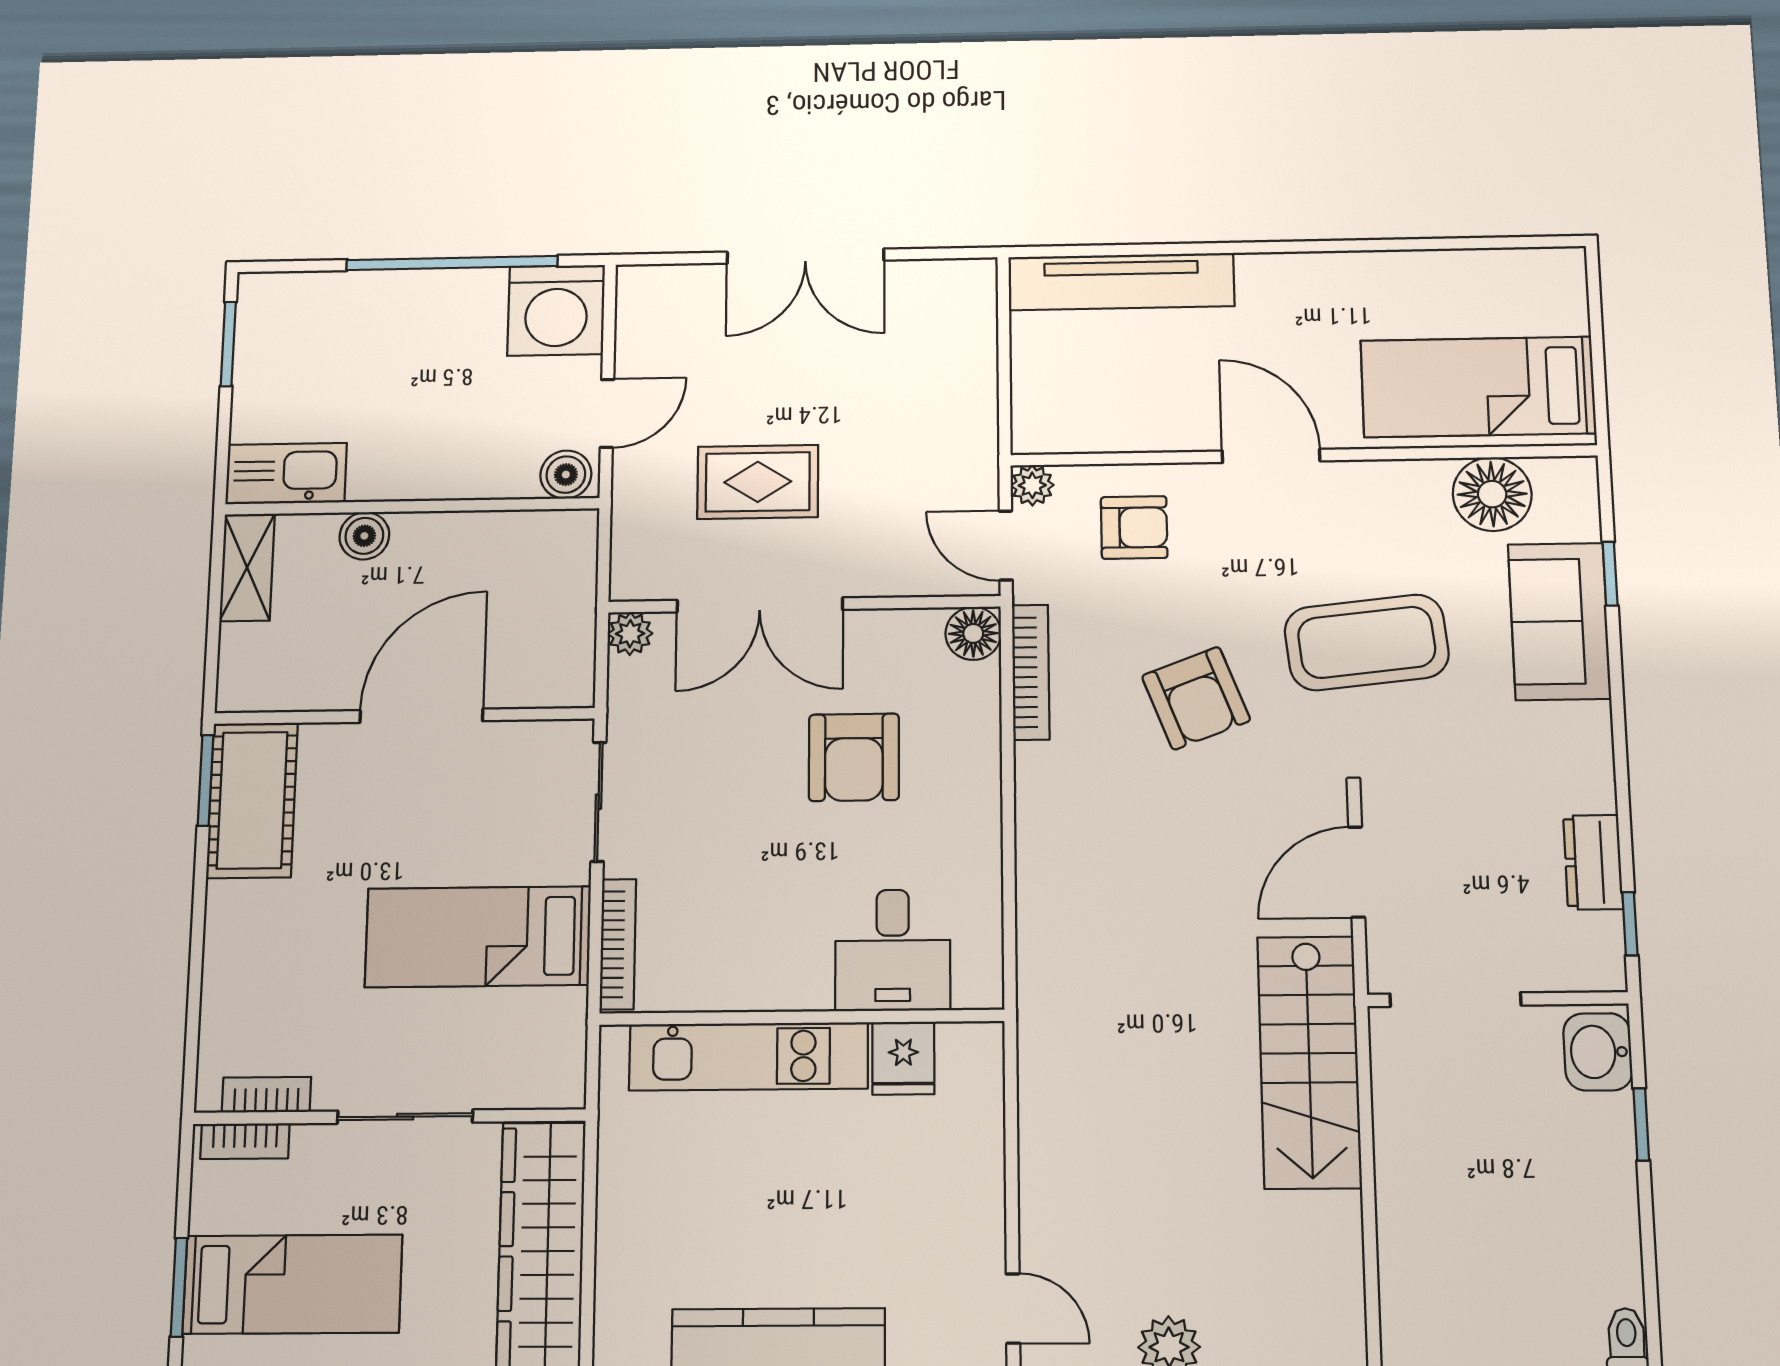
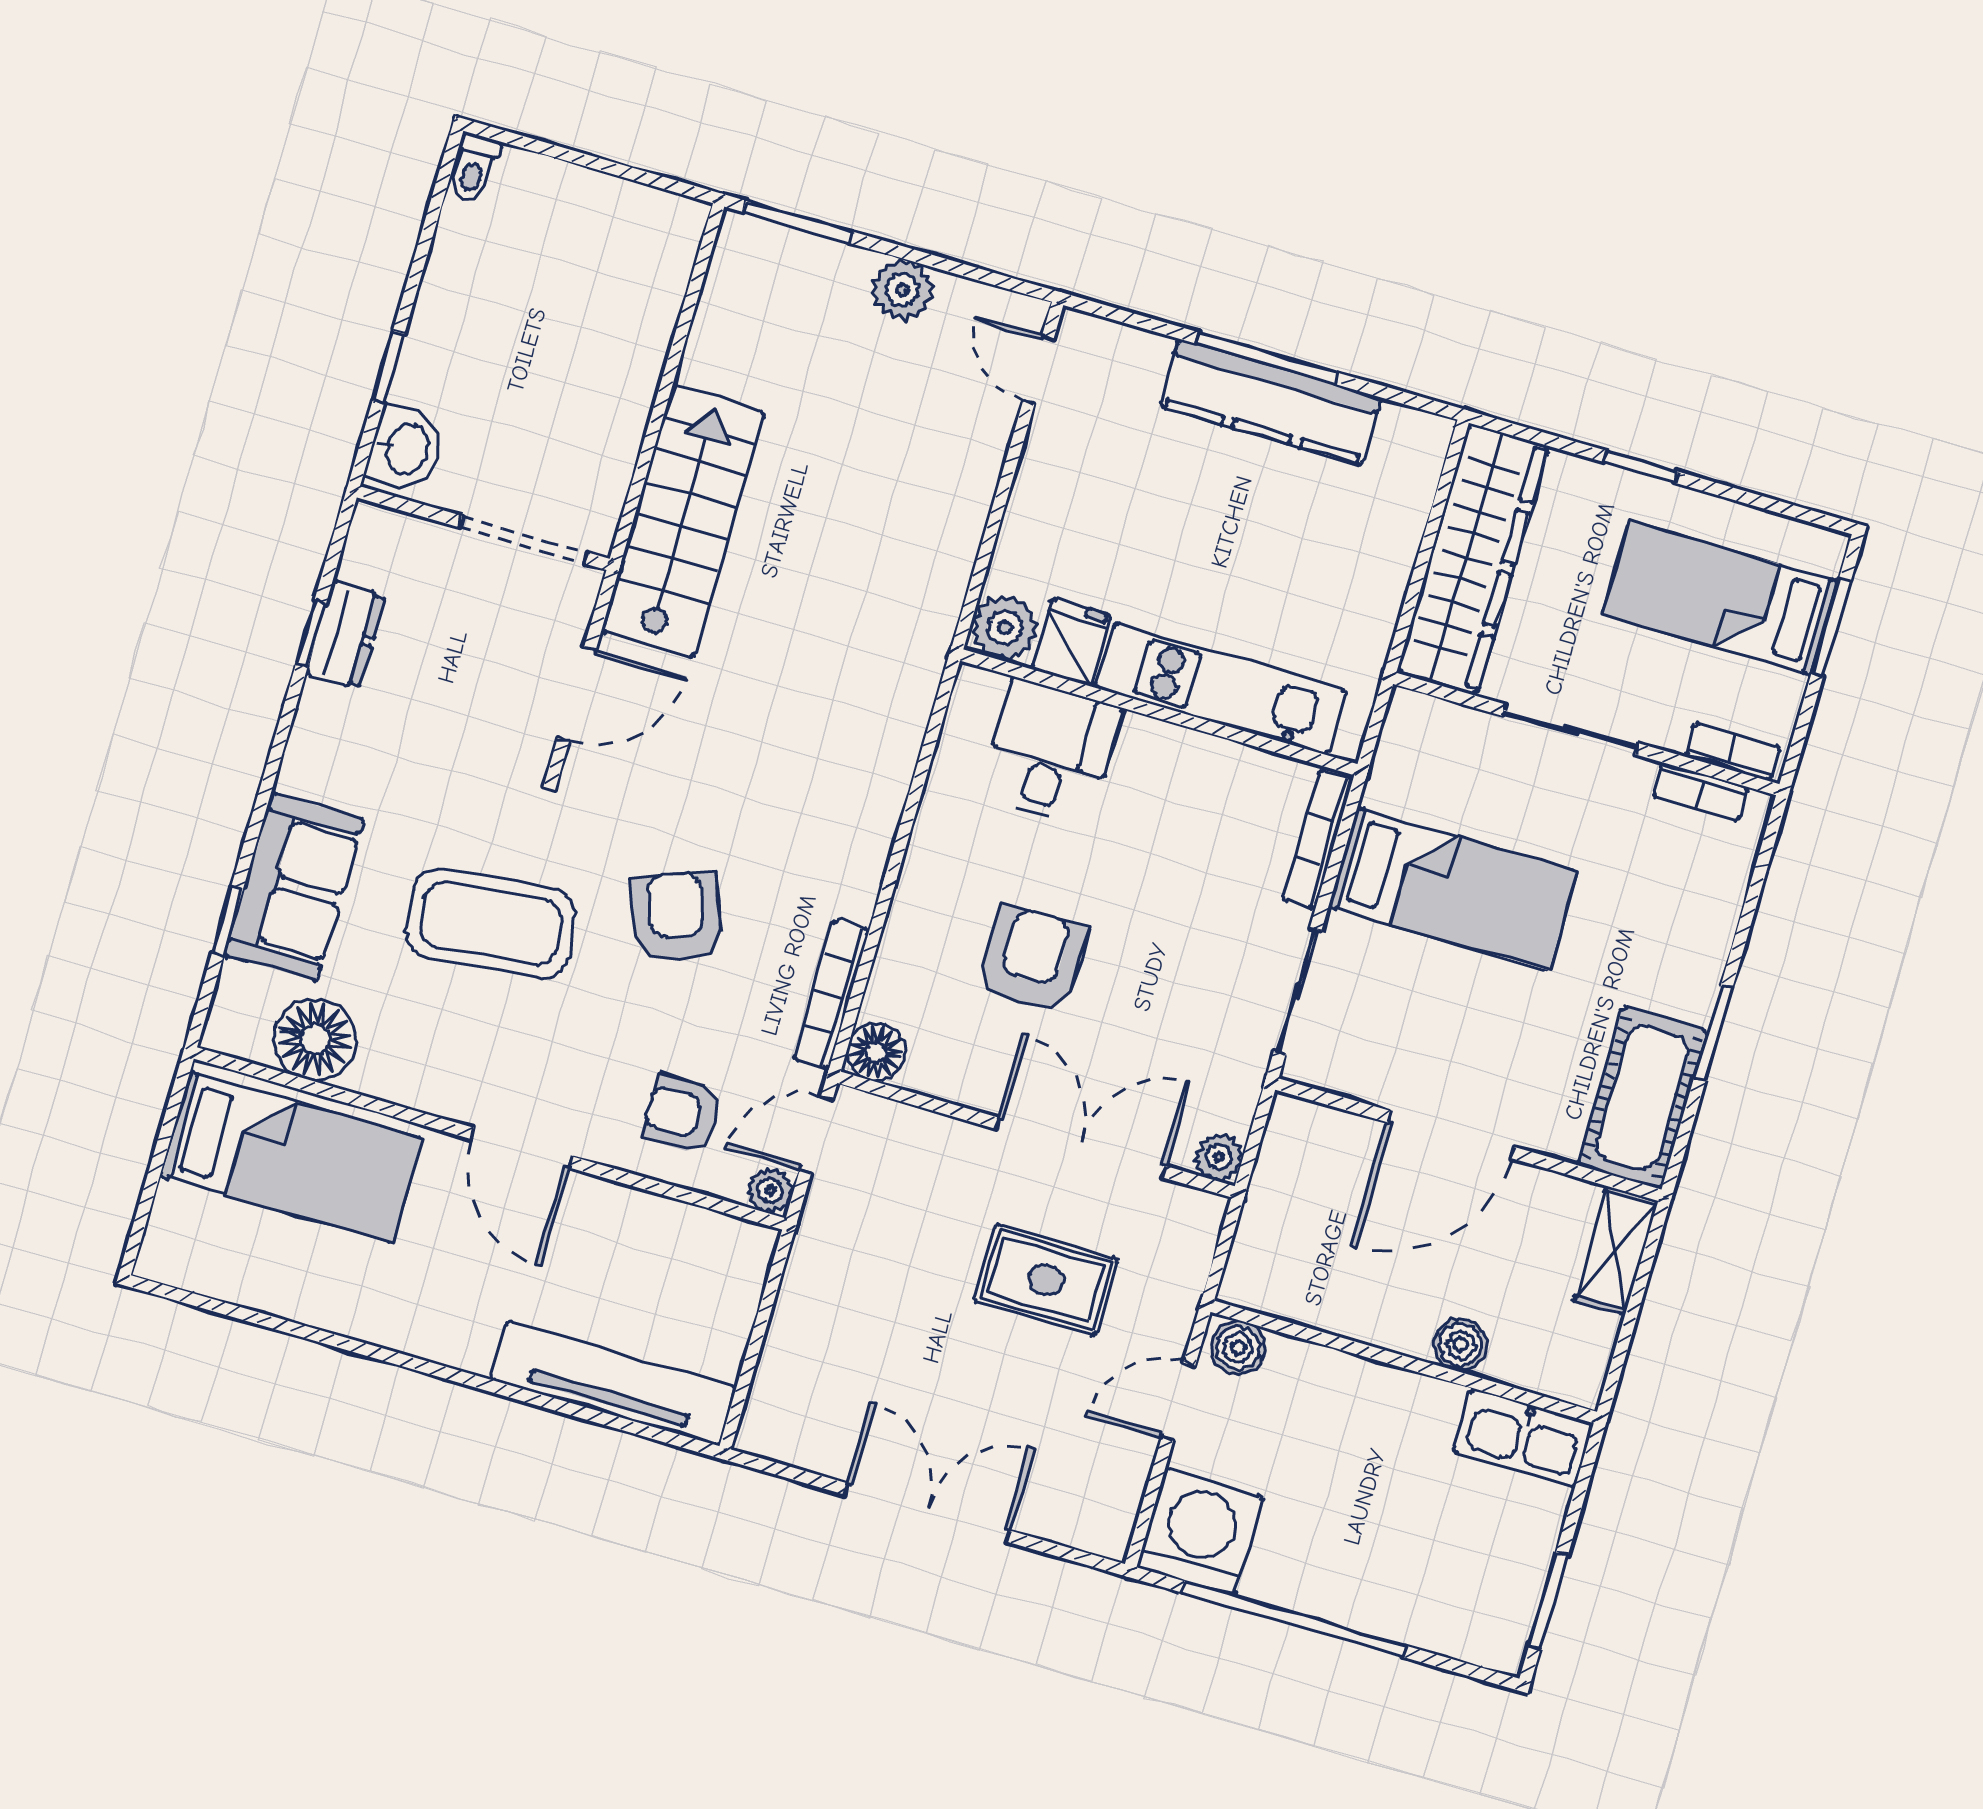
door: (1006, 546) -> (816, 1135), swing flipped
shelving: (247, 567) -> (1616, 1251), moved
window: (205, 780) -> (1713, 1033), moved
window: (1630, 924) -> (311, 633), moved
plant: (971, 1053) -> (1005, 628), added

